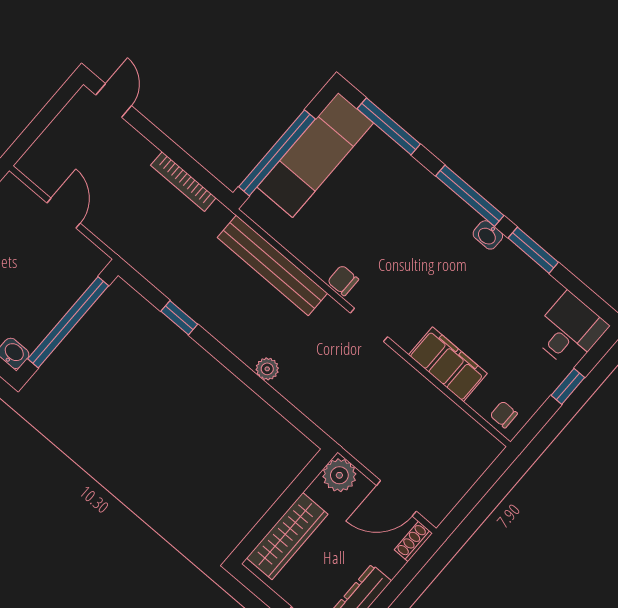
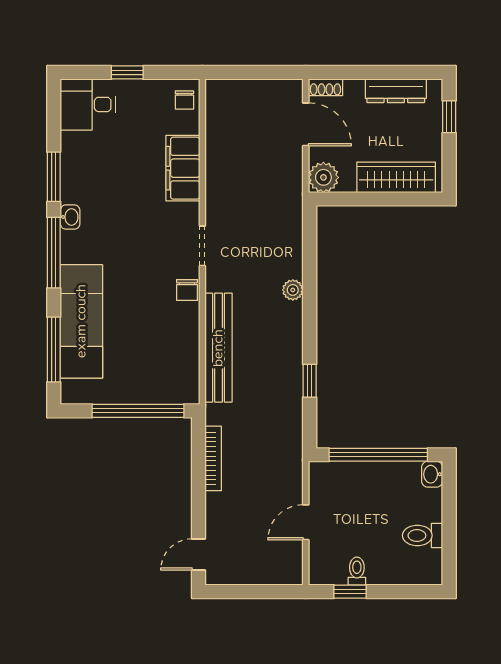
exam couch: (315, 155) -> (81, 321), moved, turned 90

